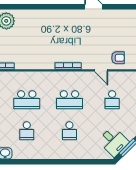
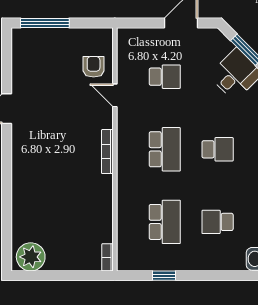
door: (101, 70) -> (115, 95), swing flipped
school desk: (27, 131) -> (218, 222), turned 180

